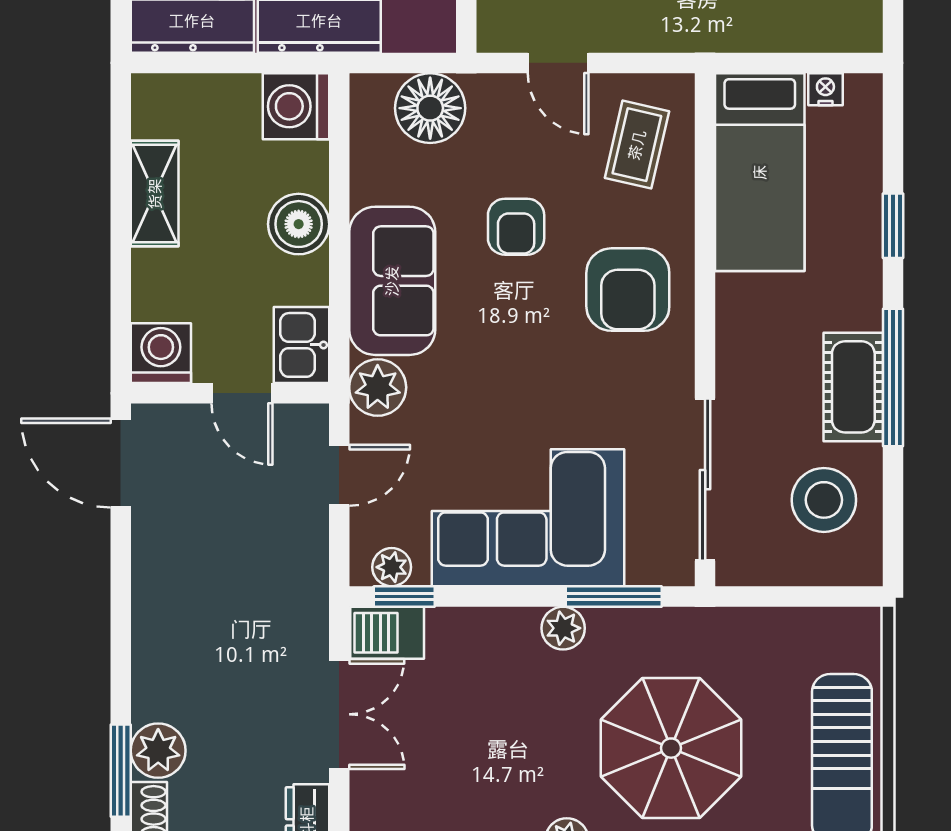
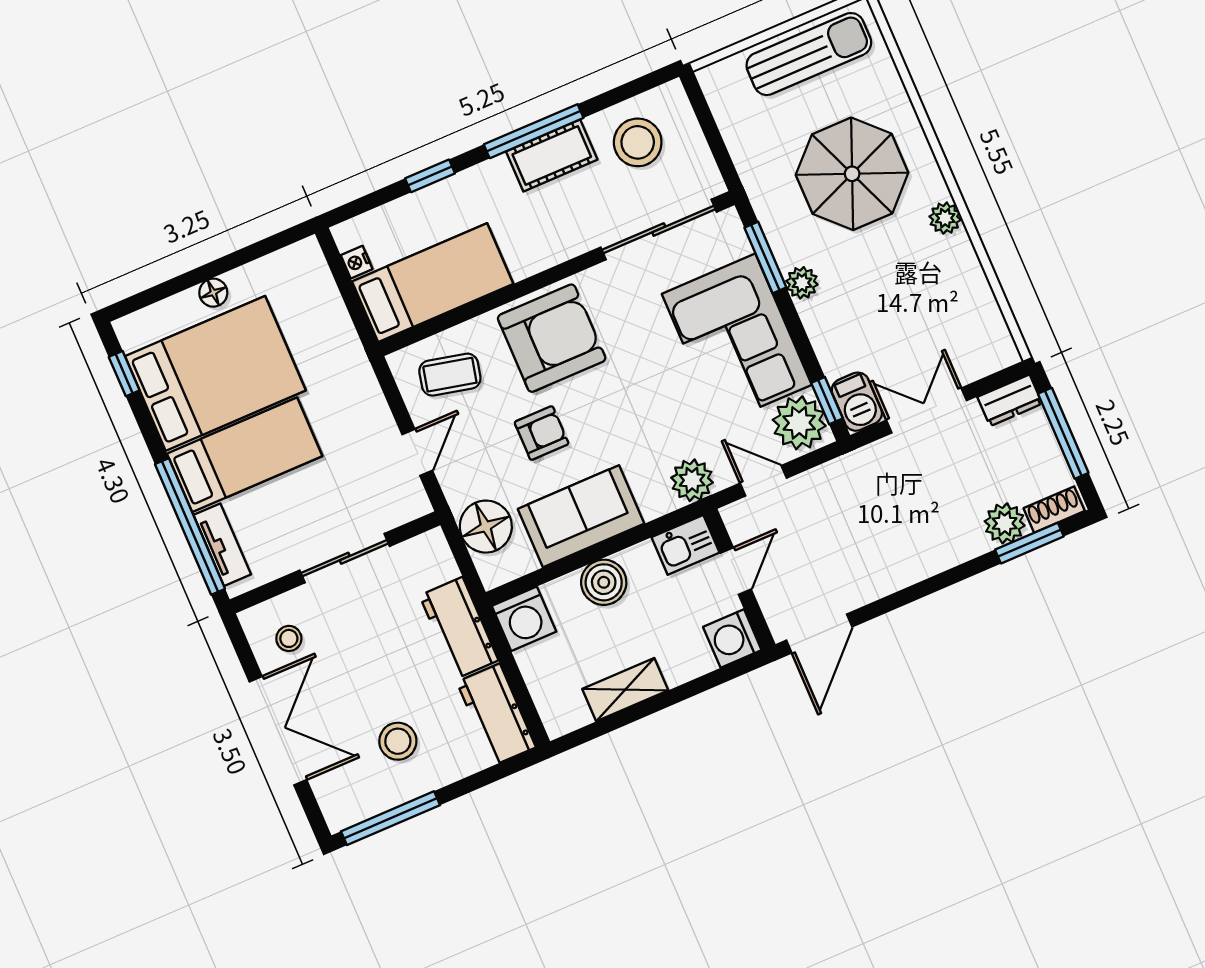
sofa: (392, 281) -> (581, 516), moved
armchair: (628, 290) -> (552, 338), width x1.36, depth x1.36
plant: (392, 567) -> (799, 423), width x1.88, depth x1.88

